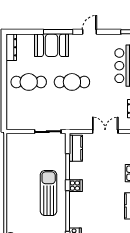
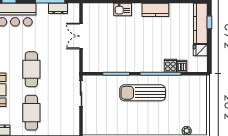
kitchen counter: (76, 148) -> (98, 65), removed
cooker: (76, 186) -> (170, 66), moved

